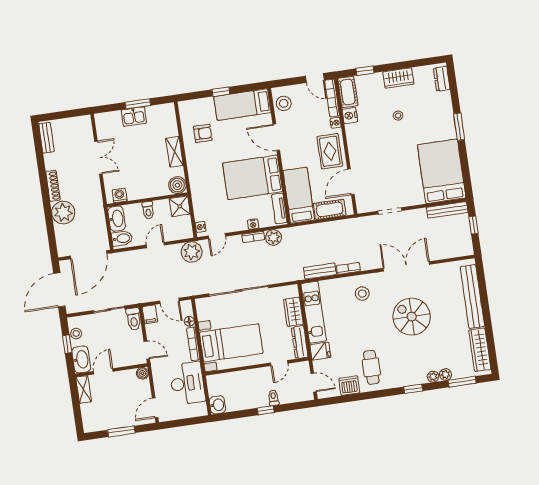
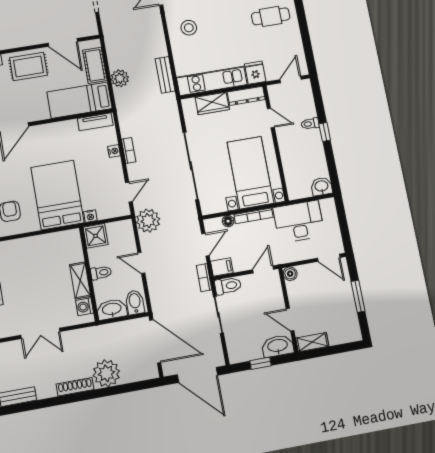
shelving: (174, 152) -> (80, 280), moved, turned 90
double door: (98, 158) -> (40, 333), swing flipped
bed: (253, 177) -> (57, 195), moved, turned 180
boiler: (177, 185) -> (71, 239), removed
nightstand: (200, 227) -> (90, 216), moved
door: (217, 236) -> (129, 192), hinge flipped
plant: (274, 237) -> (120, 78), moved
bookcase: (348, 268) -> (204, 278), moved
stool: (76, 334) -> (248, 353), removed
dishwasher: (349, 386) -> (292, 40), removed

